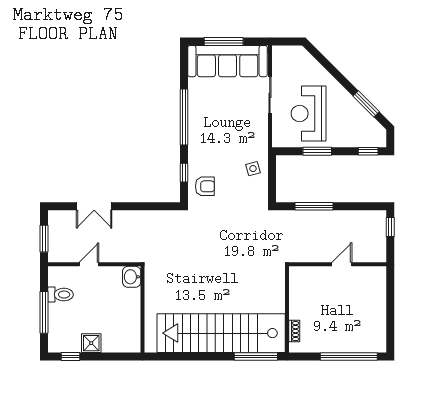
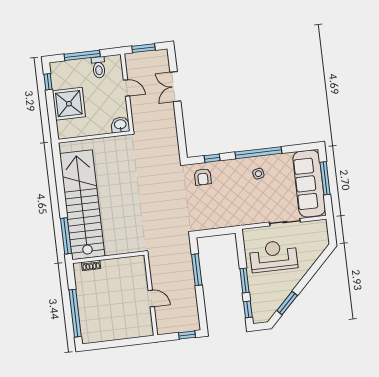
window: (317, 151) -> (244, 280), moved
side table: (253, 169) -> (258, 174), moved
shower: (91, 343) -> (69, 104), width x1.86, depth x1.86

